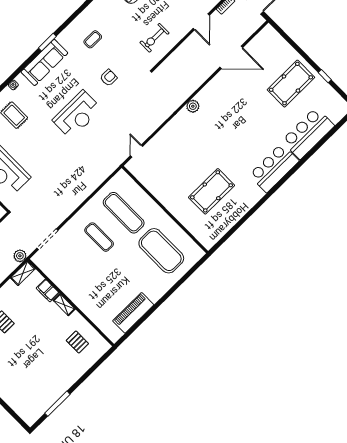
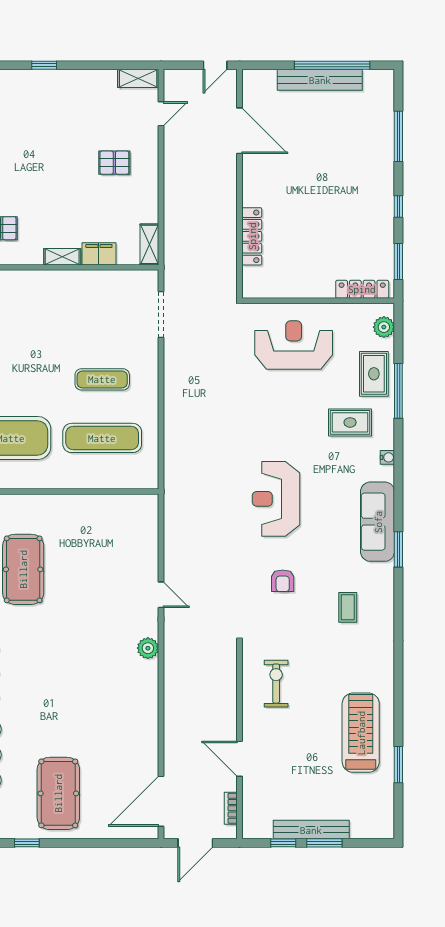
door: (231, 57) -> (161, 801), moved
door: (137, 151) -> (161, 595), moved
plant: (20, 256) -> (174, 262), removed

